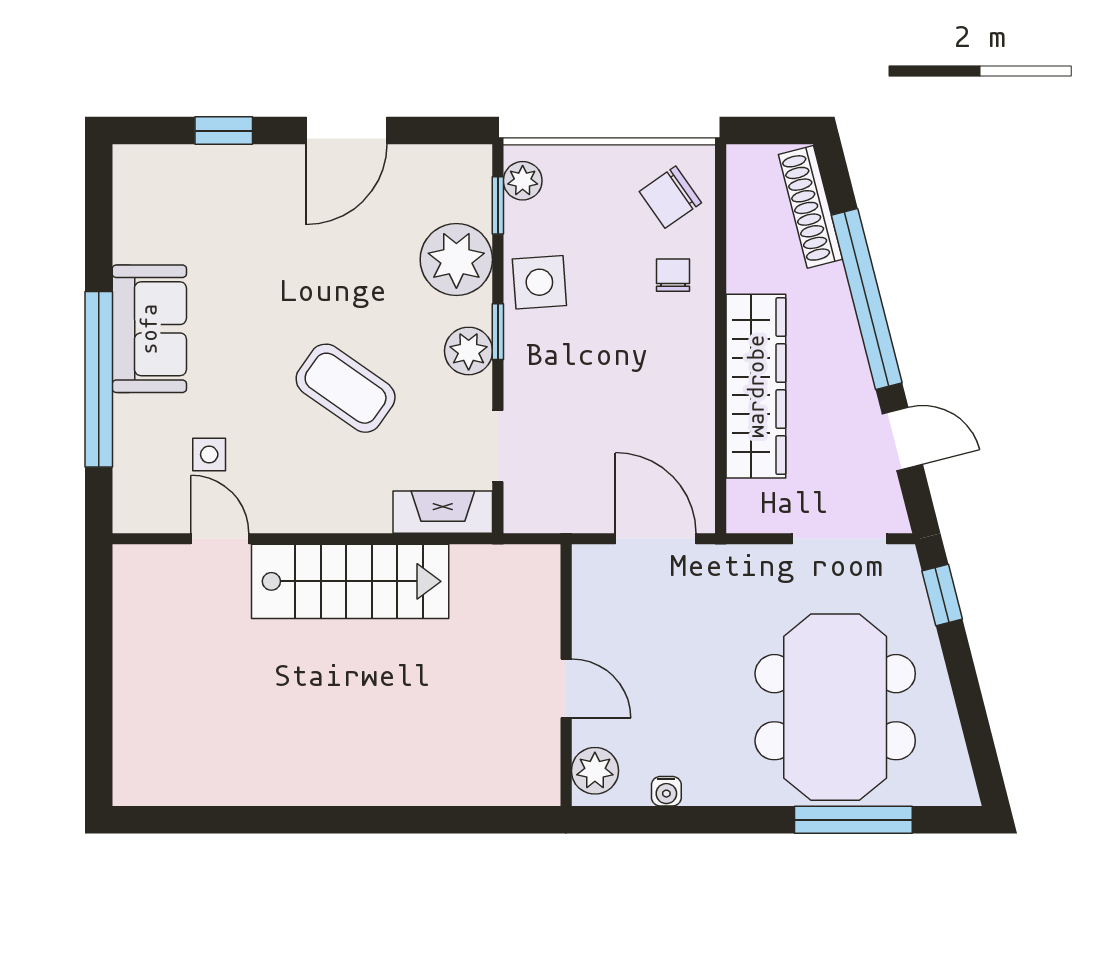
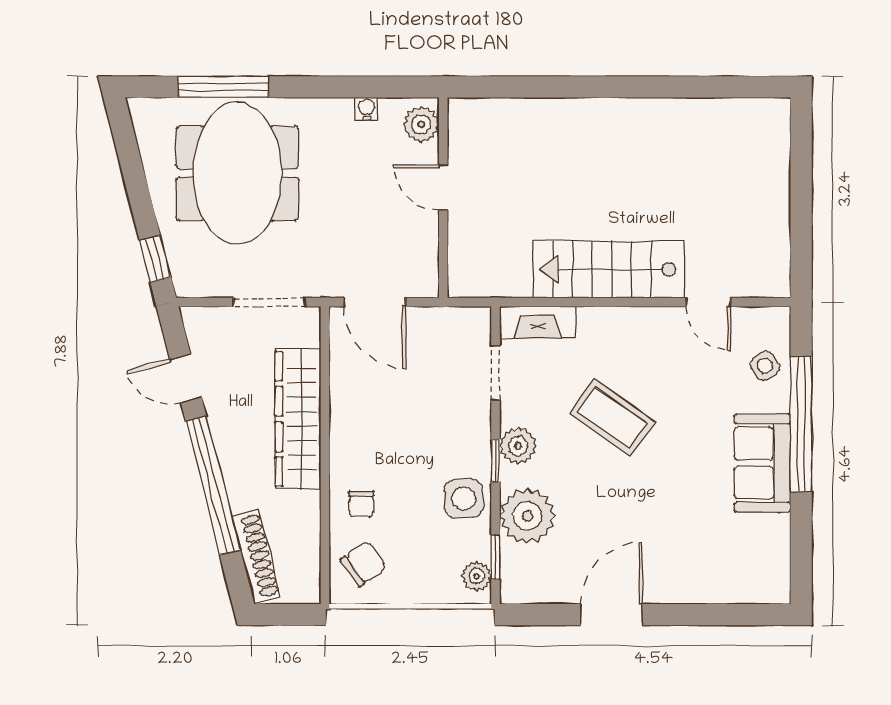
window: (224, 131) -> (705, 615), removed
side table: (209, 455) -> (765, 366), moved, turned -34
doorway: (840, 539) -> (269, 302), moved

